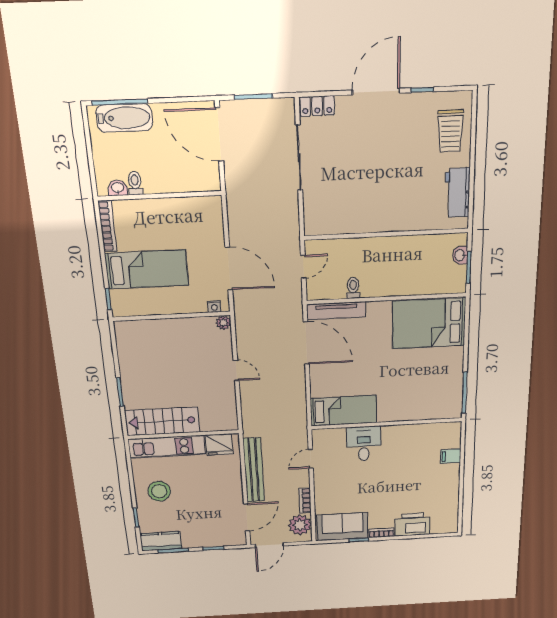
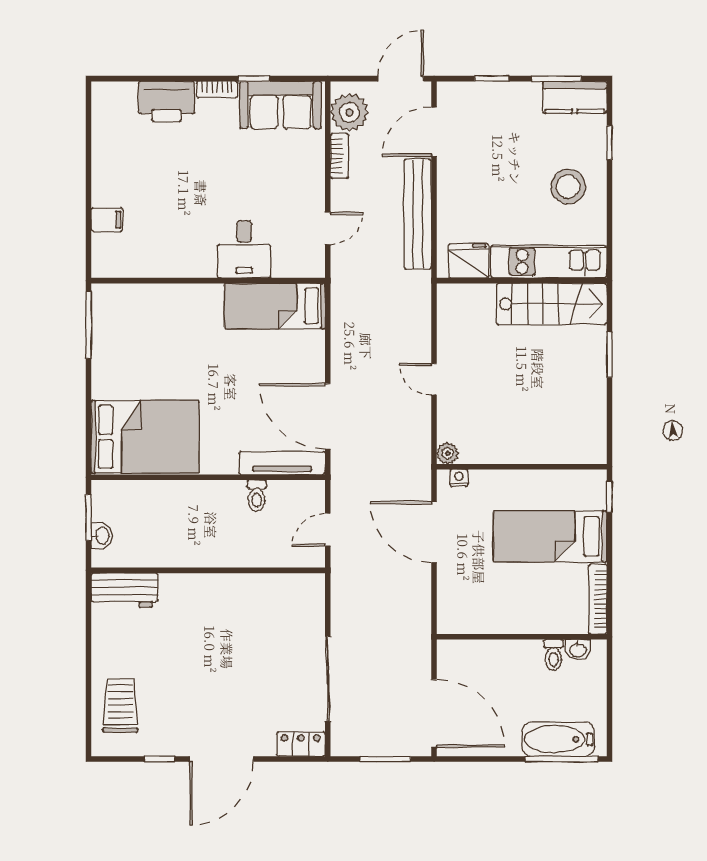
workbench: (457, 193) -> (124, 590), moved, turned 90

